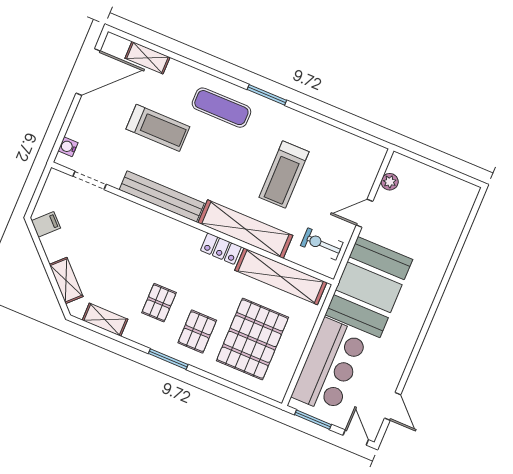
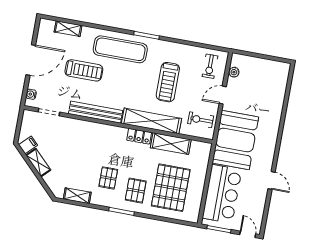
door: (88, 72) -> (31, 60), moved
exercise mat: (221, 108) -> (120, 49), width x1.36, depth x1.45
exercise bike: (355, 164) -> (210, 66), added
shelving: (281, 276) -> (171, 144), width x0.68
shelving: (66, 280) -> (38, 163), moved
door: (393, 406) -> (272, 180), moved

